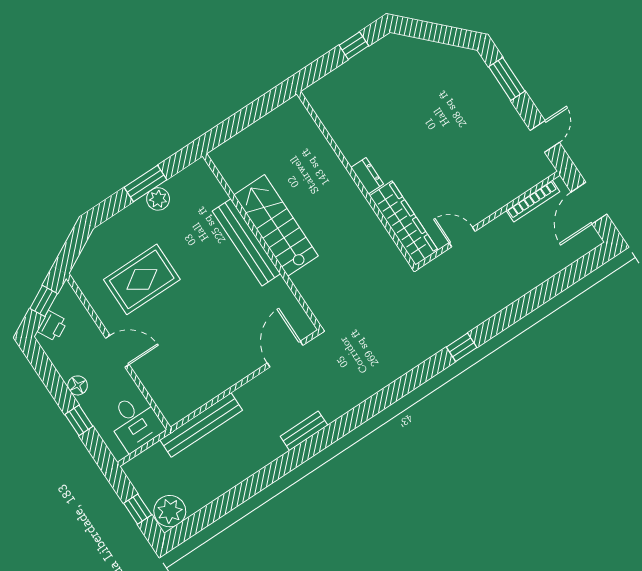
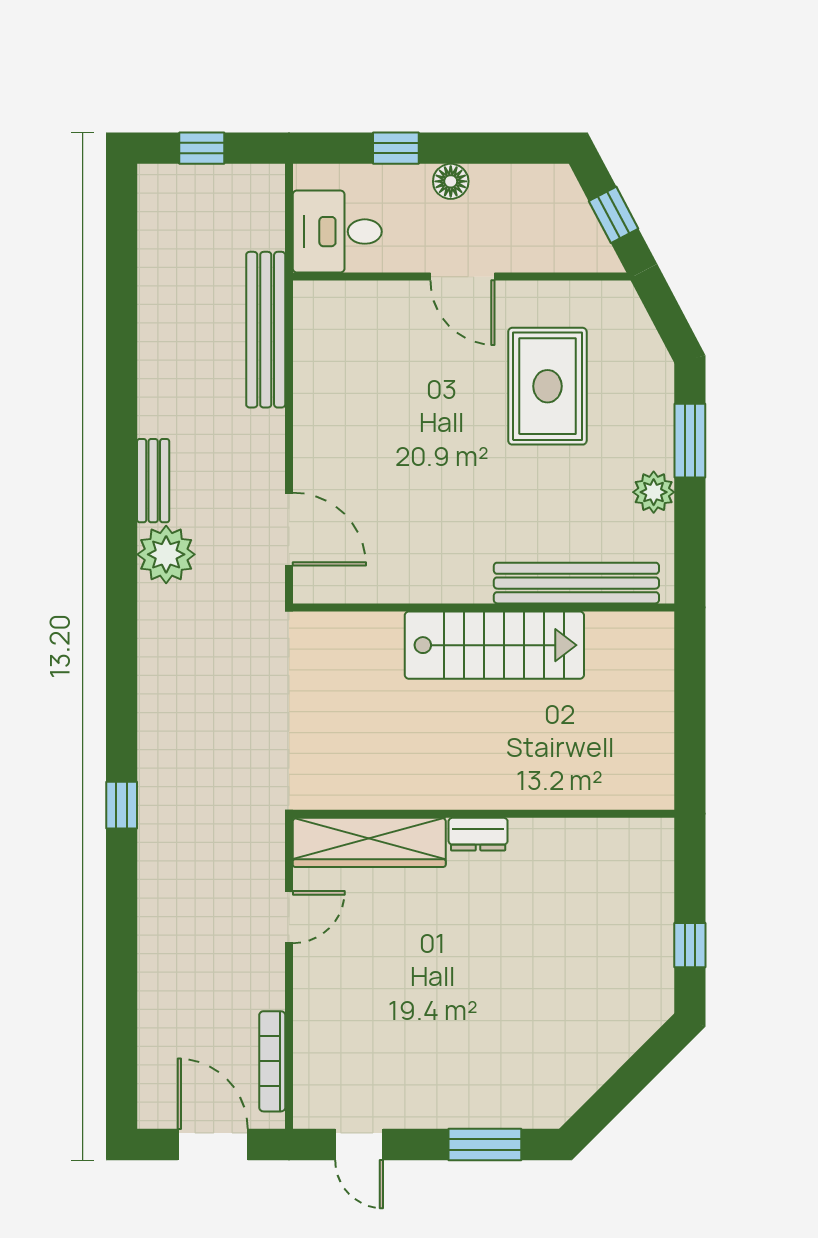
window: (146, 184) -> (690, 441), moved
bench: (246, 242) -> (576, 583), moved
printer: (52, 326) -> (567, 203), removed
door: (117, 351) -> (462, 277), hinge flipped
plant: (170, 511) -> (166, 554), moved

